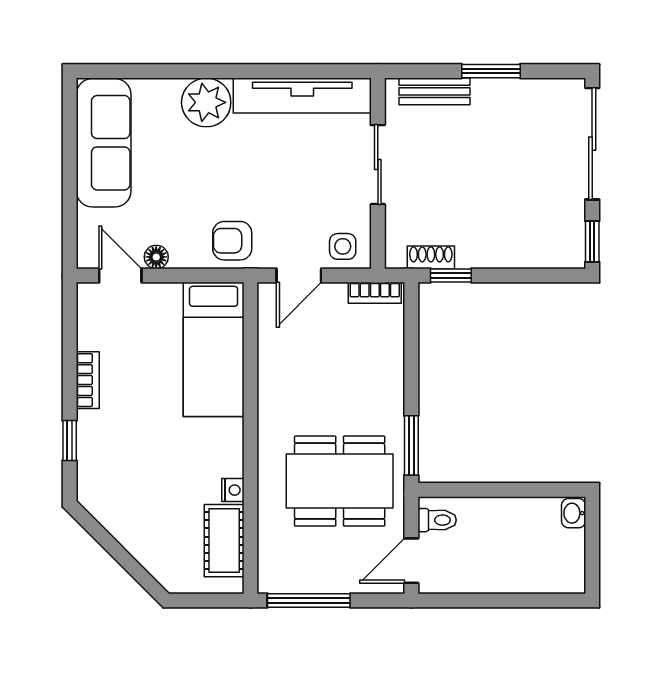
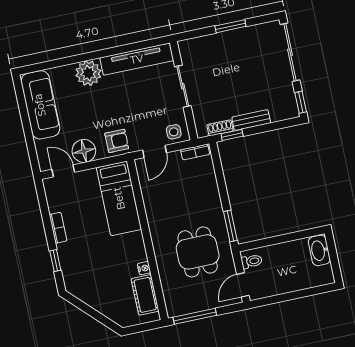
bench: (434, 91) -> (251, 120), moved
armchair: (232, 241) -> (117, 141), turned 180
floor lamp: (156, 257) -> (84, 151), width x1.89, depth x1.89
dining table: (340, 481) -> (198, 252), width x0.73
washbasin: (574, 513) -> (319, 250), width x1.91, depth x1.45

